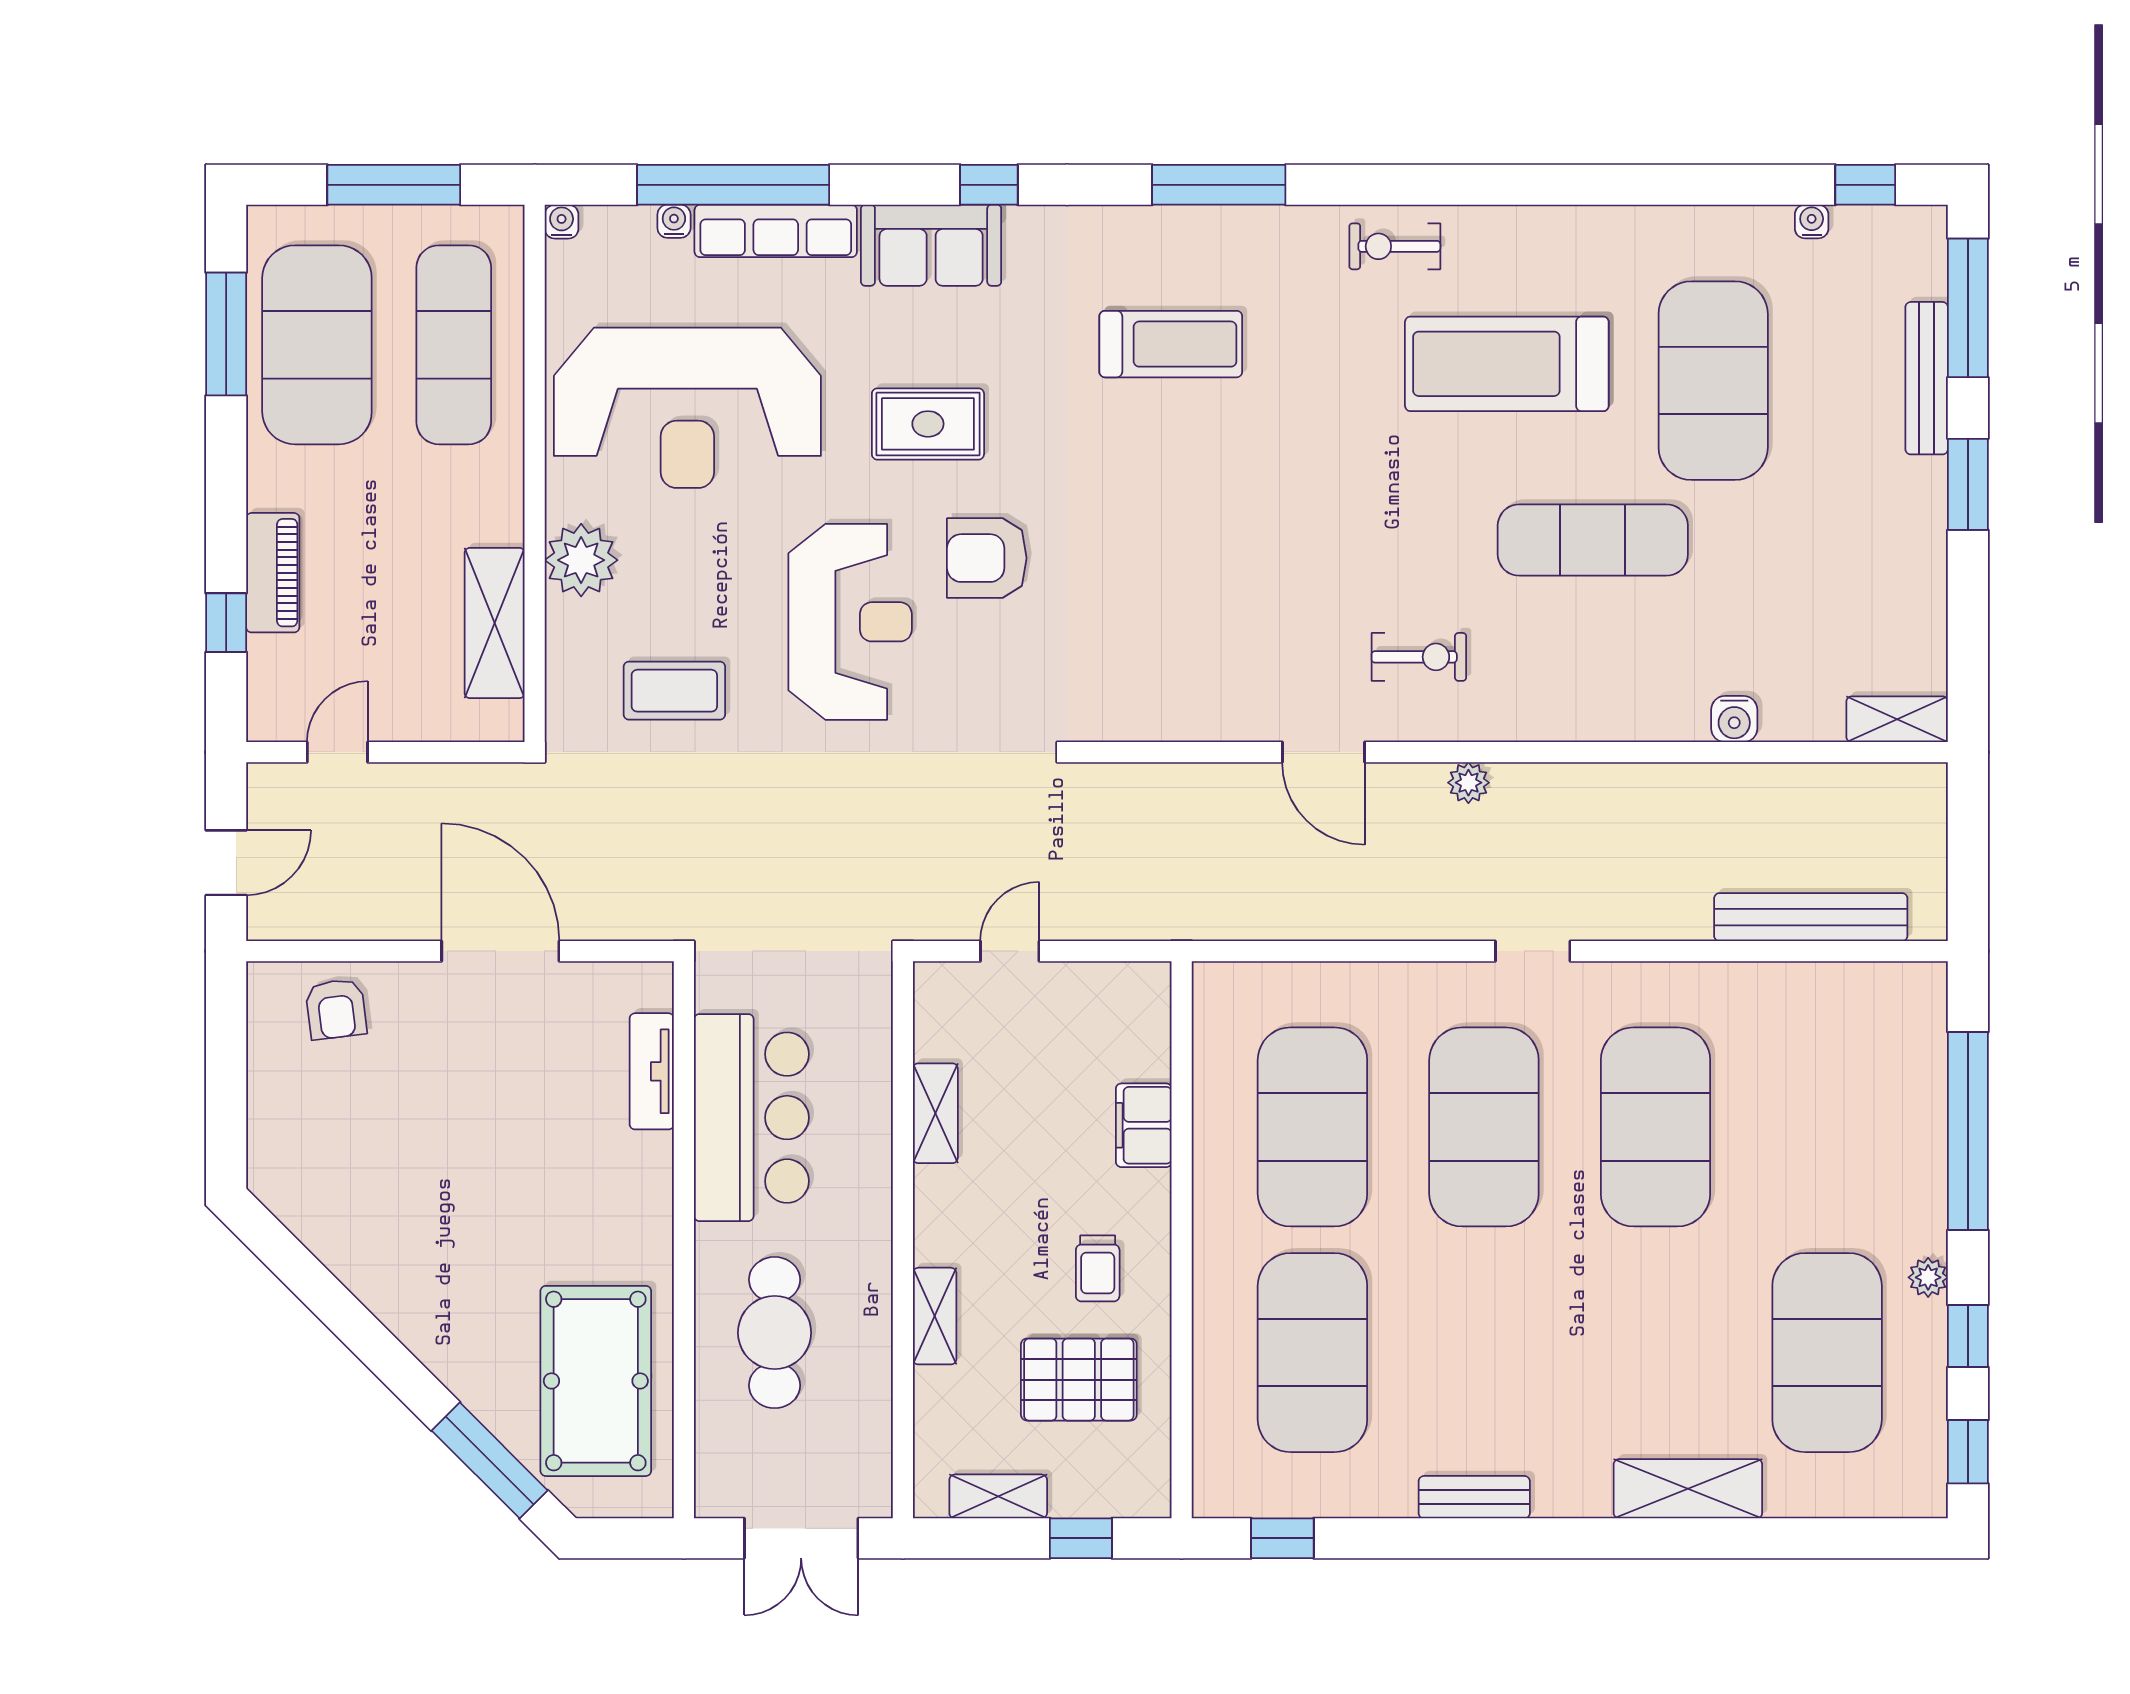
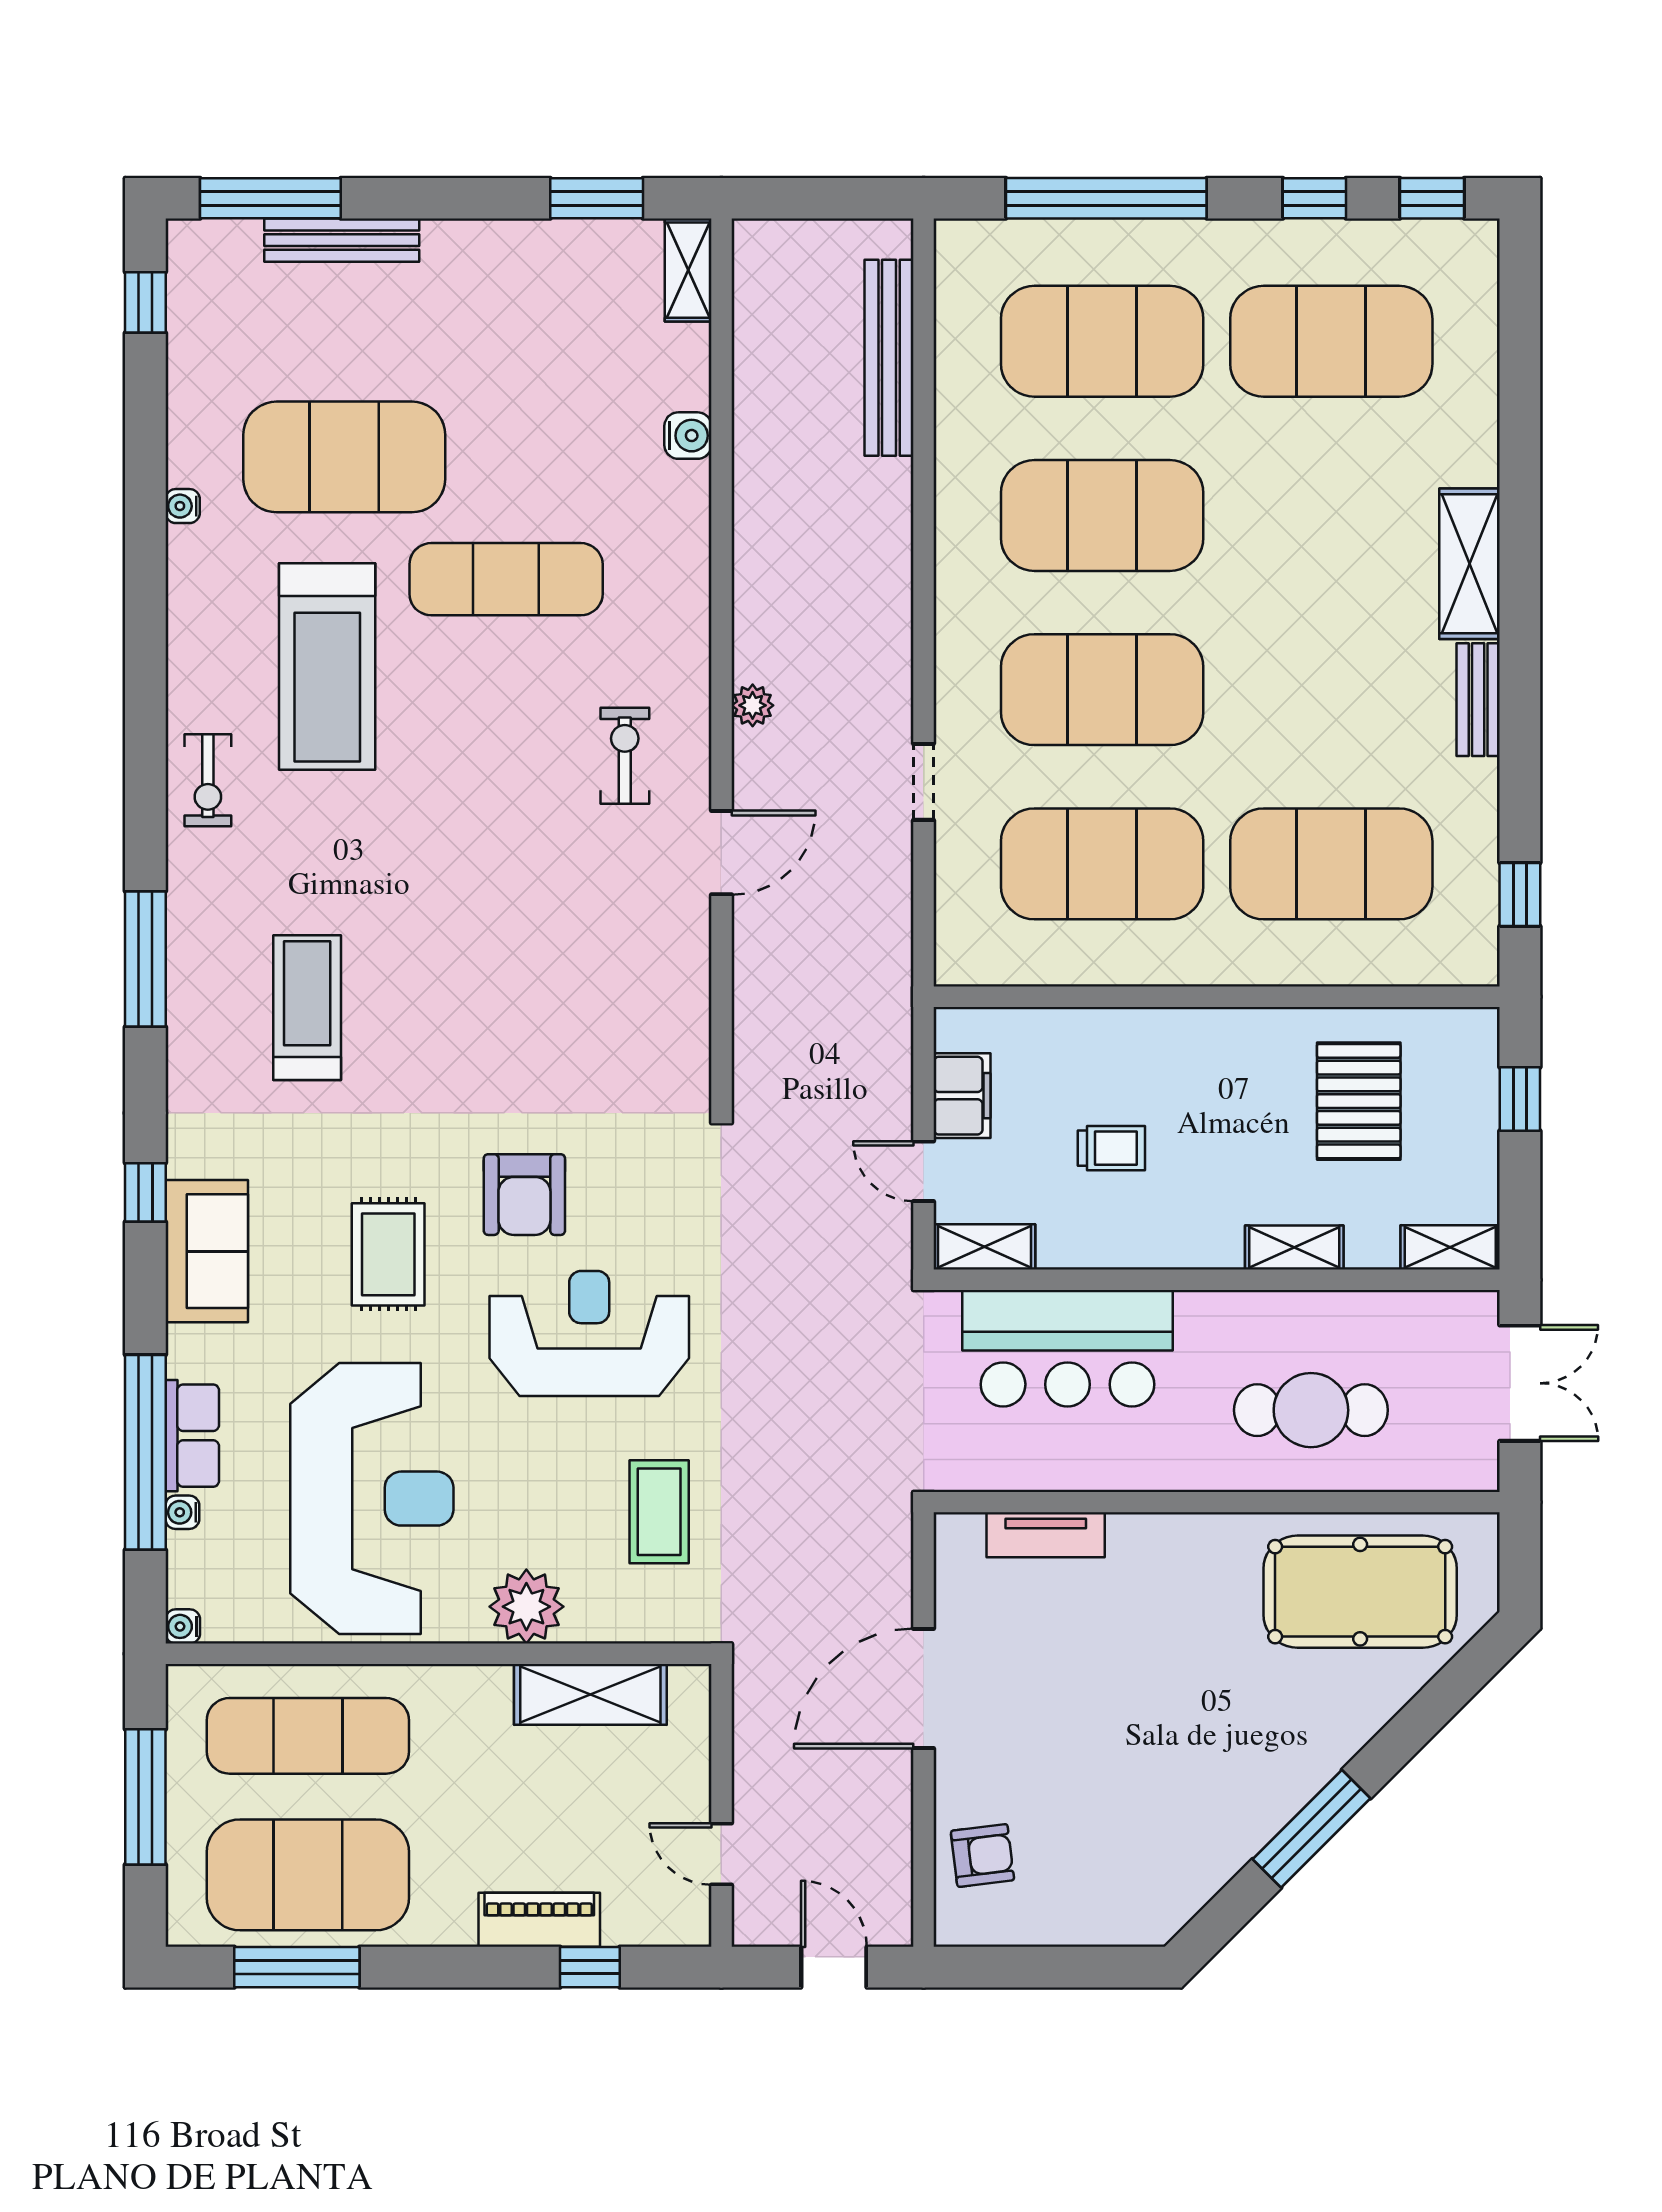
water cooler: (1812, 221) -> (183, 506), moved
row of seats: (776, 231) -> (192, 1436), width x0.68
window: (1968, 484) -> (597, 198), moved
exercise mat: (1593, 540) -> (506, 579), turned 90
doorway: (1533, 951) -> (924, 782), moved
shelving: (935, 1113) -> (984, 1247), moved
bar counter: (751, 1118) -> (1068, 1348), moved, turned 180
filing cabinet: (1144, 1125) -> (962, 1096), moved, turned -90
exercise mat: (1827, 1127) -> (1102, 341), added
trolley: (1098, 1268) -> (1111, 1148), moved
plant: (1928, 1277) -> (1255, 239), removed
window: (490, 1460) -> (1311, 1829), moved
shelving: (1688, 1489) -> (1470, 564), moved
shelving: (998, 1496) -> (1450, 1247), moved, turned 90

